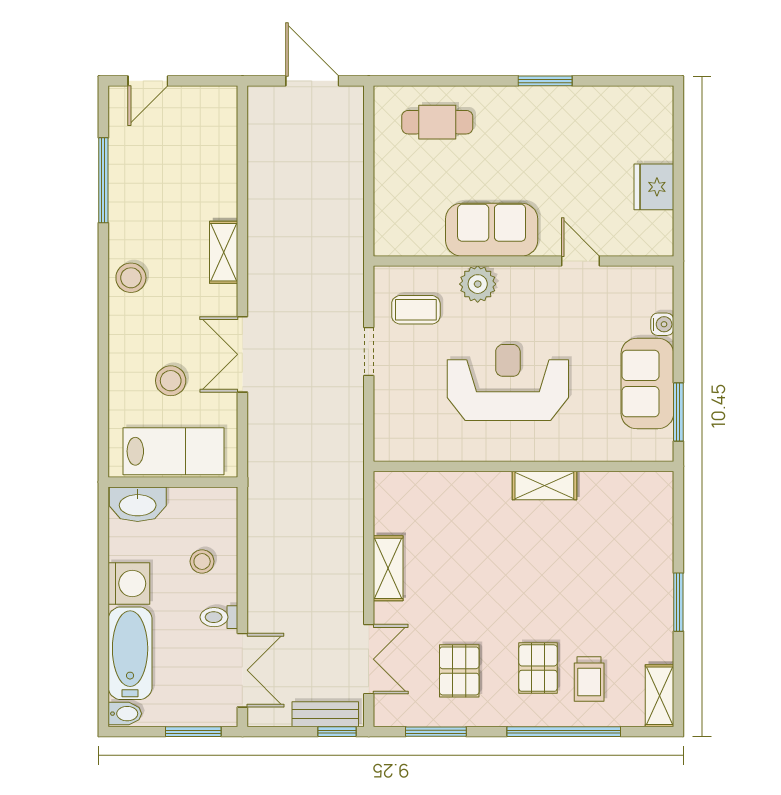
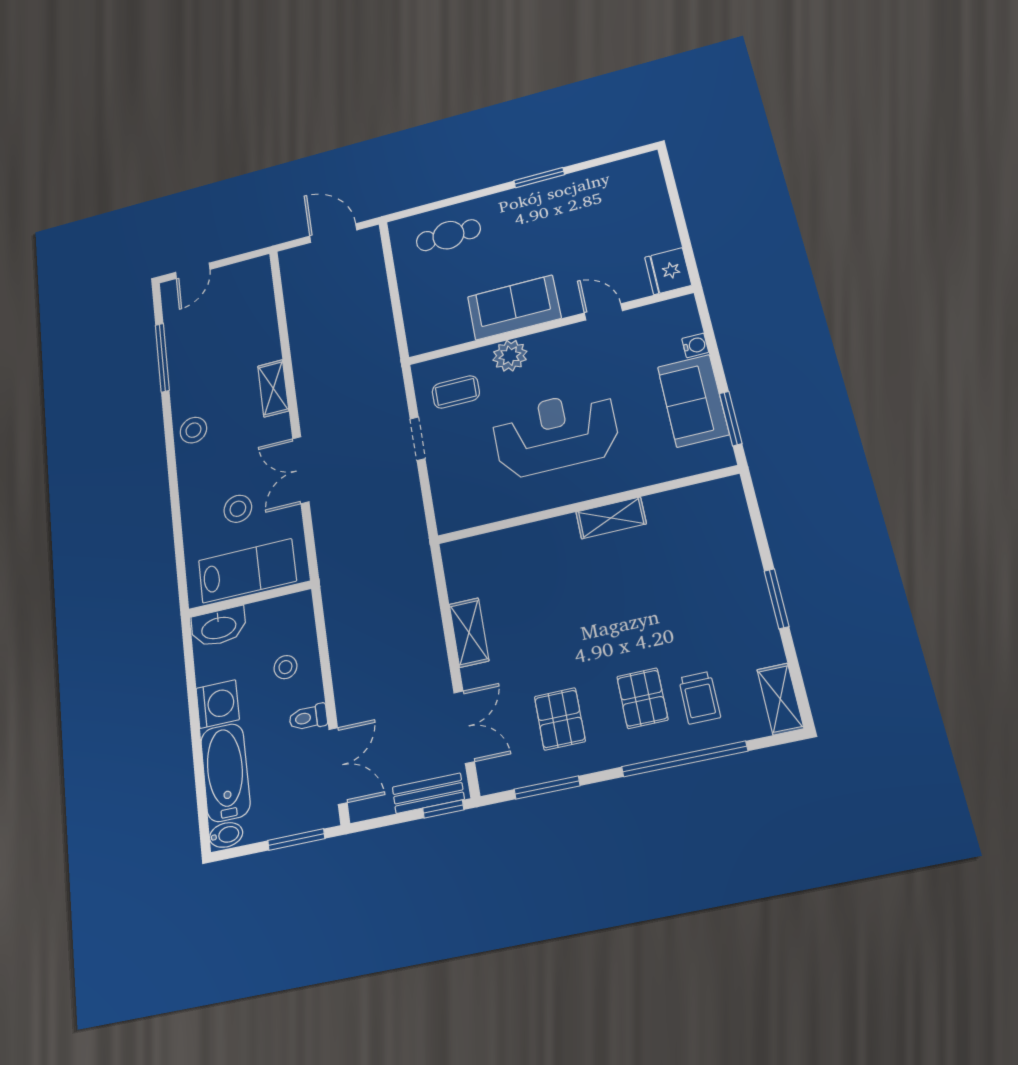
fridge: (654, 187) -> (668, 271), moved

